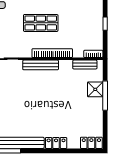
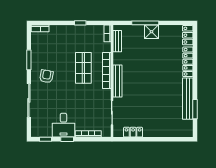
shop shelf: (41, 23) -> (83, 68), moved
shower: (95, 89) -> (151, 32), moved
locker: (56, 143) -> (188, 62), width x1.53

